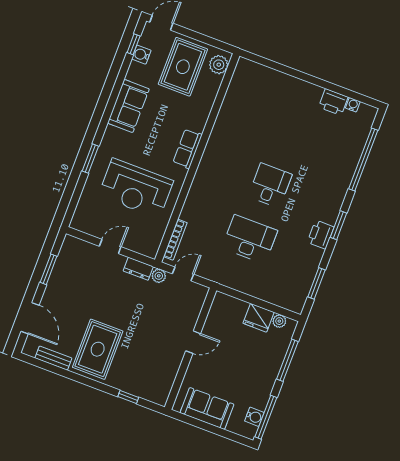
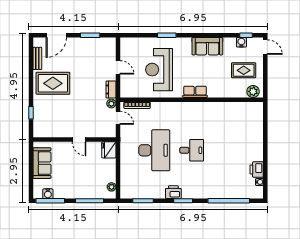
rug: (183, 67) -> (244, 70), width x0.73, depth x0.70
desk: (250, 239) -> (154, 150), width x1.36, depth x1.30
fridge: (259, 318) -> (109, 150), moved

